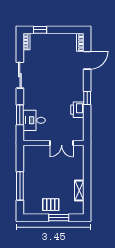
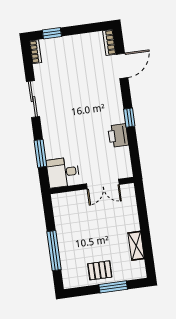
desk: (34, 120) -> (63, 172), moved

